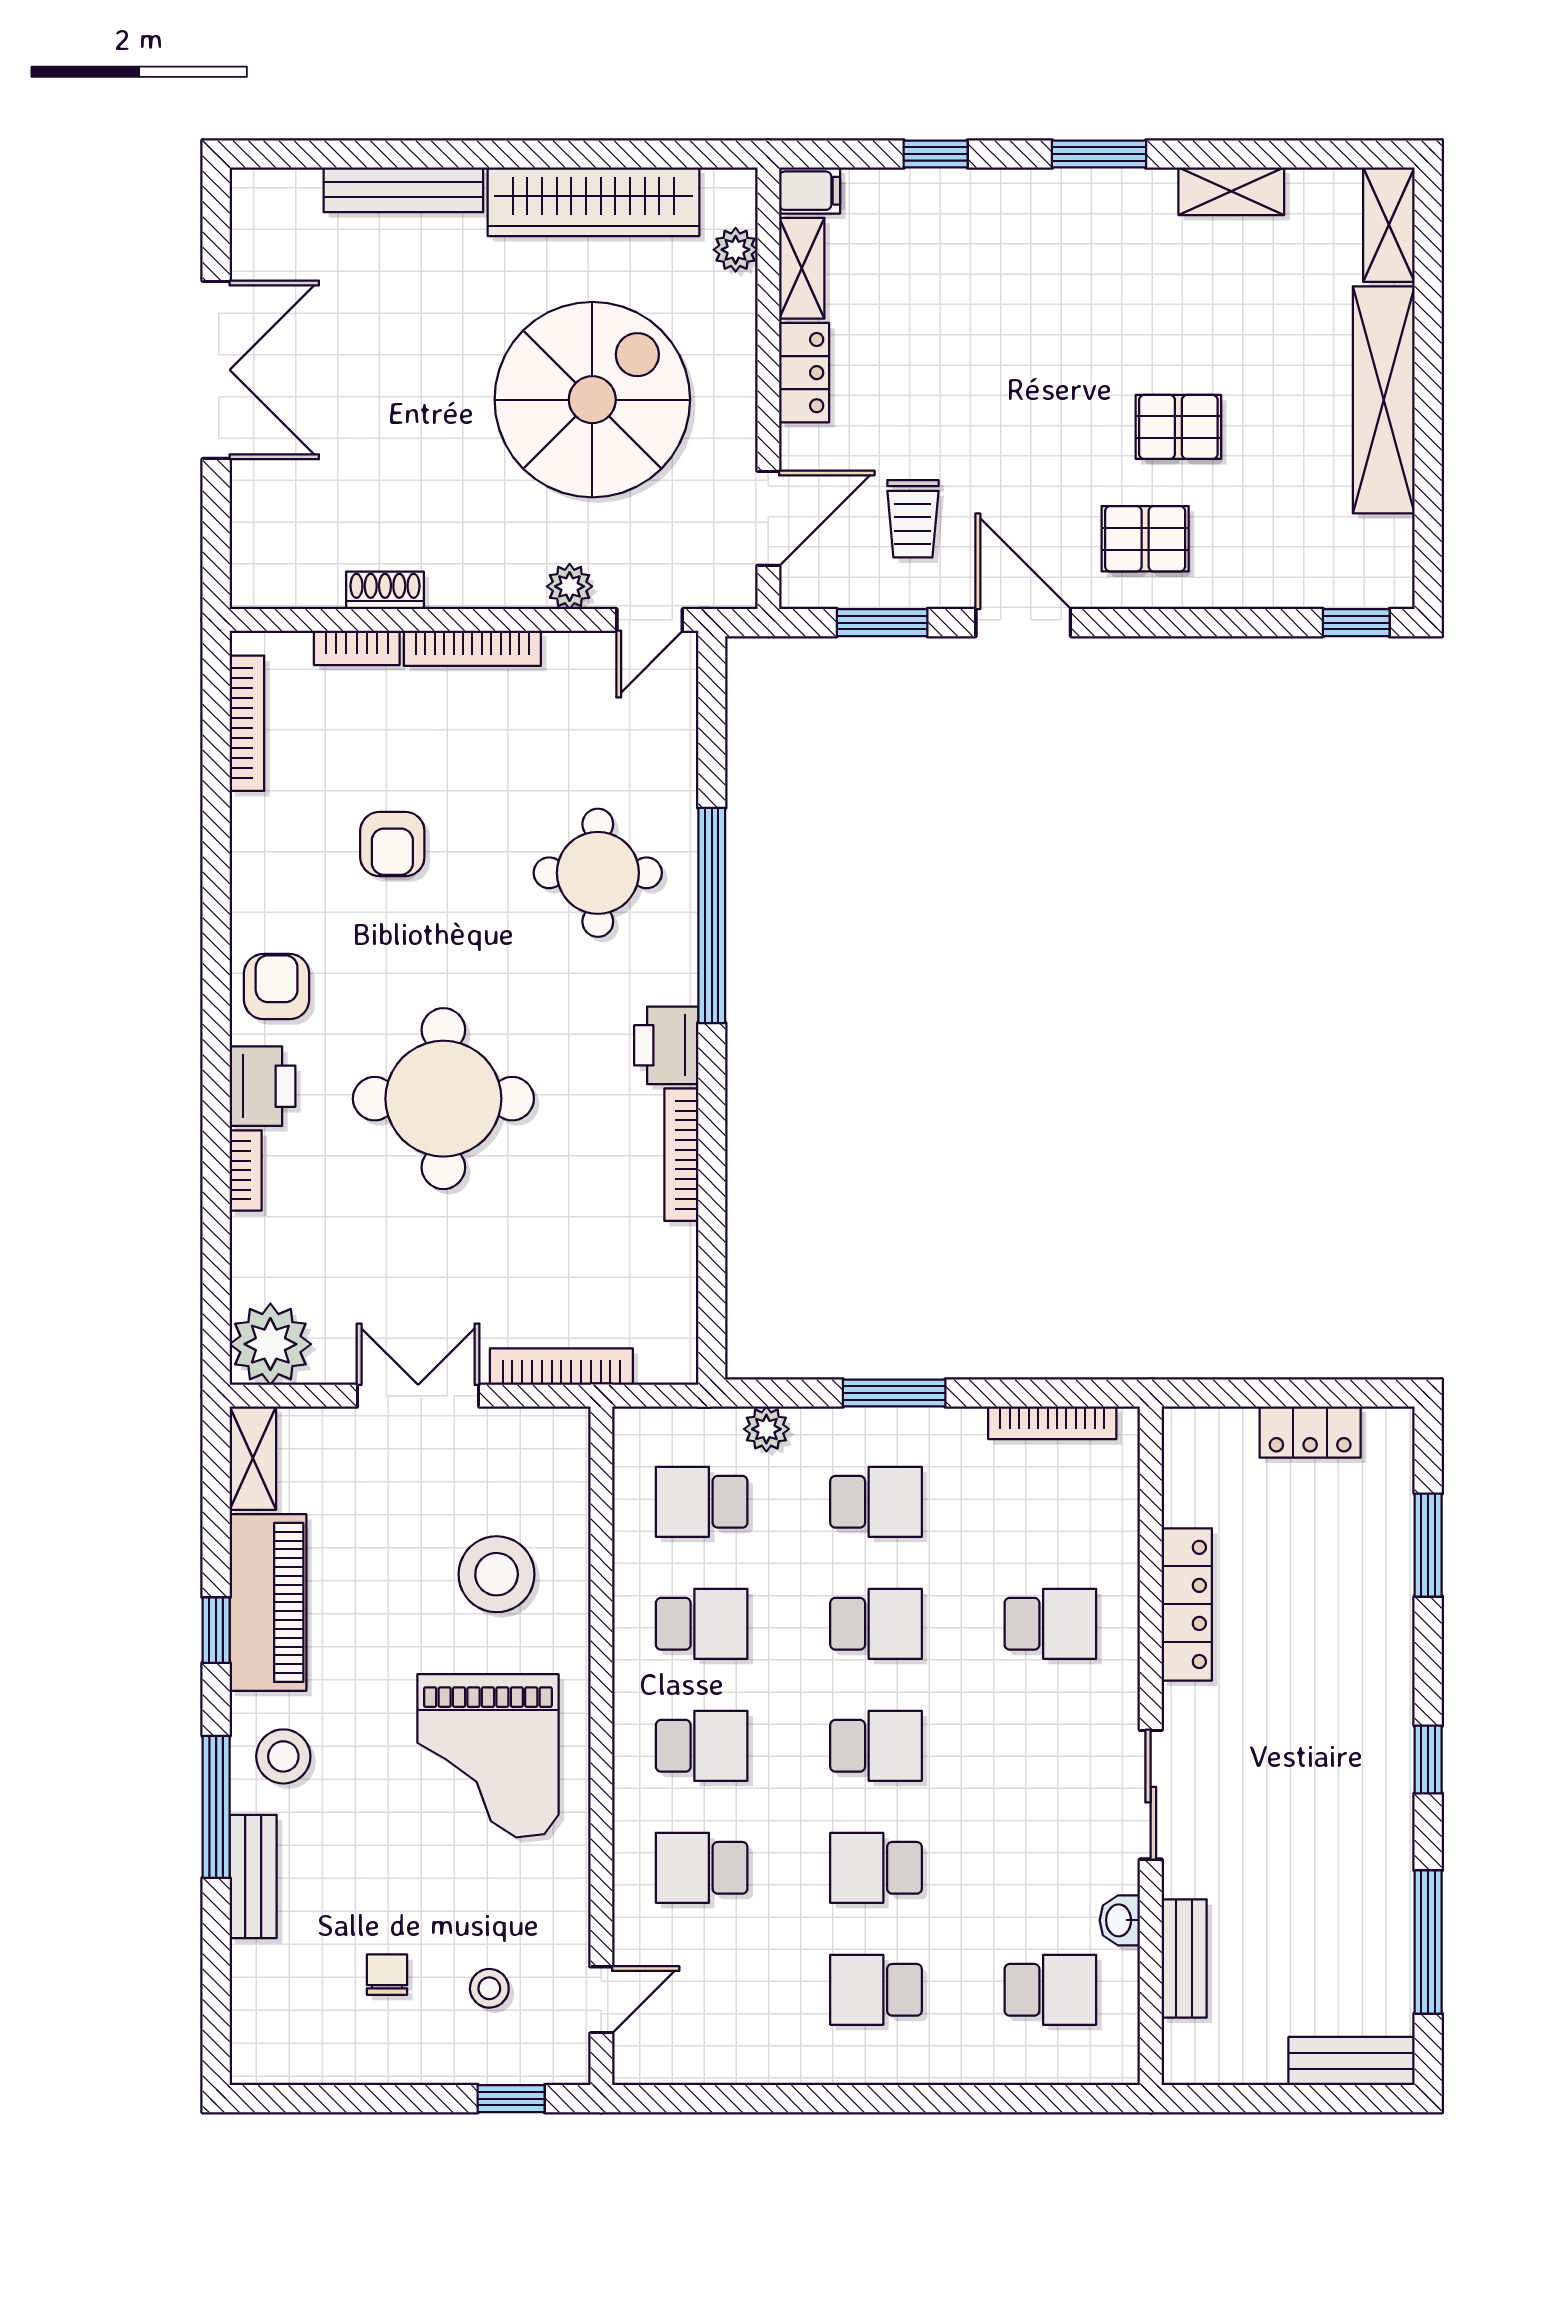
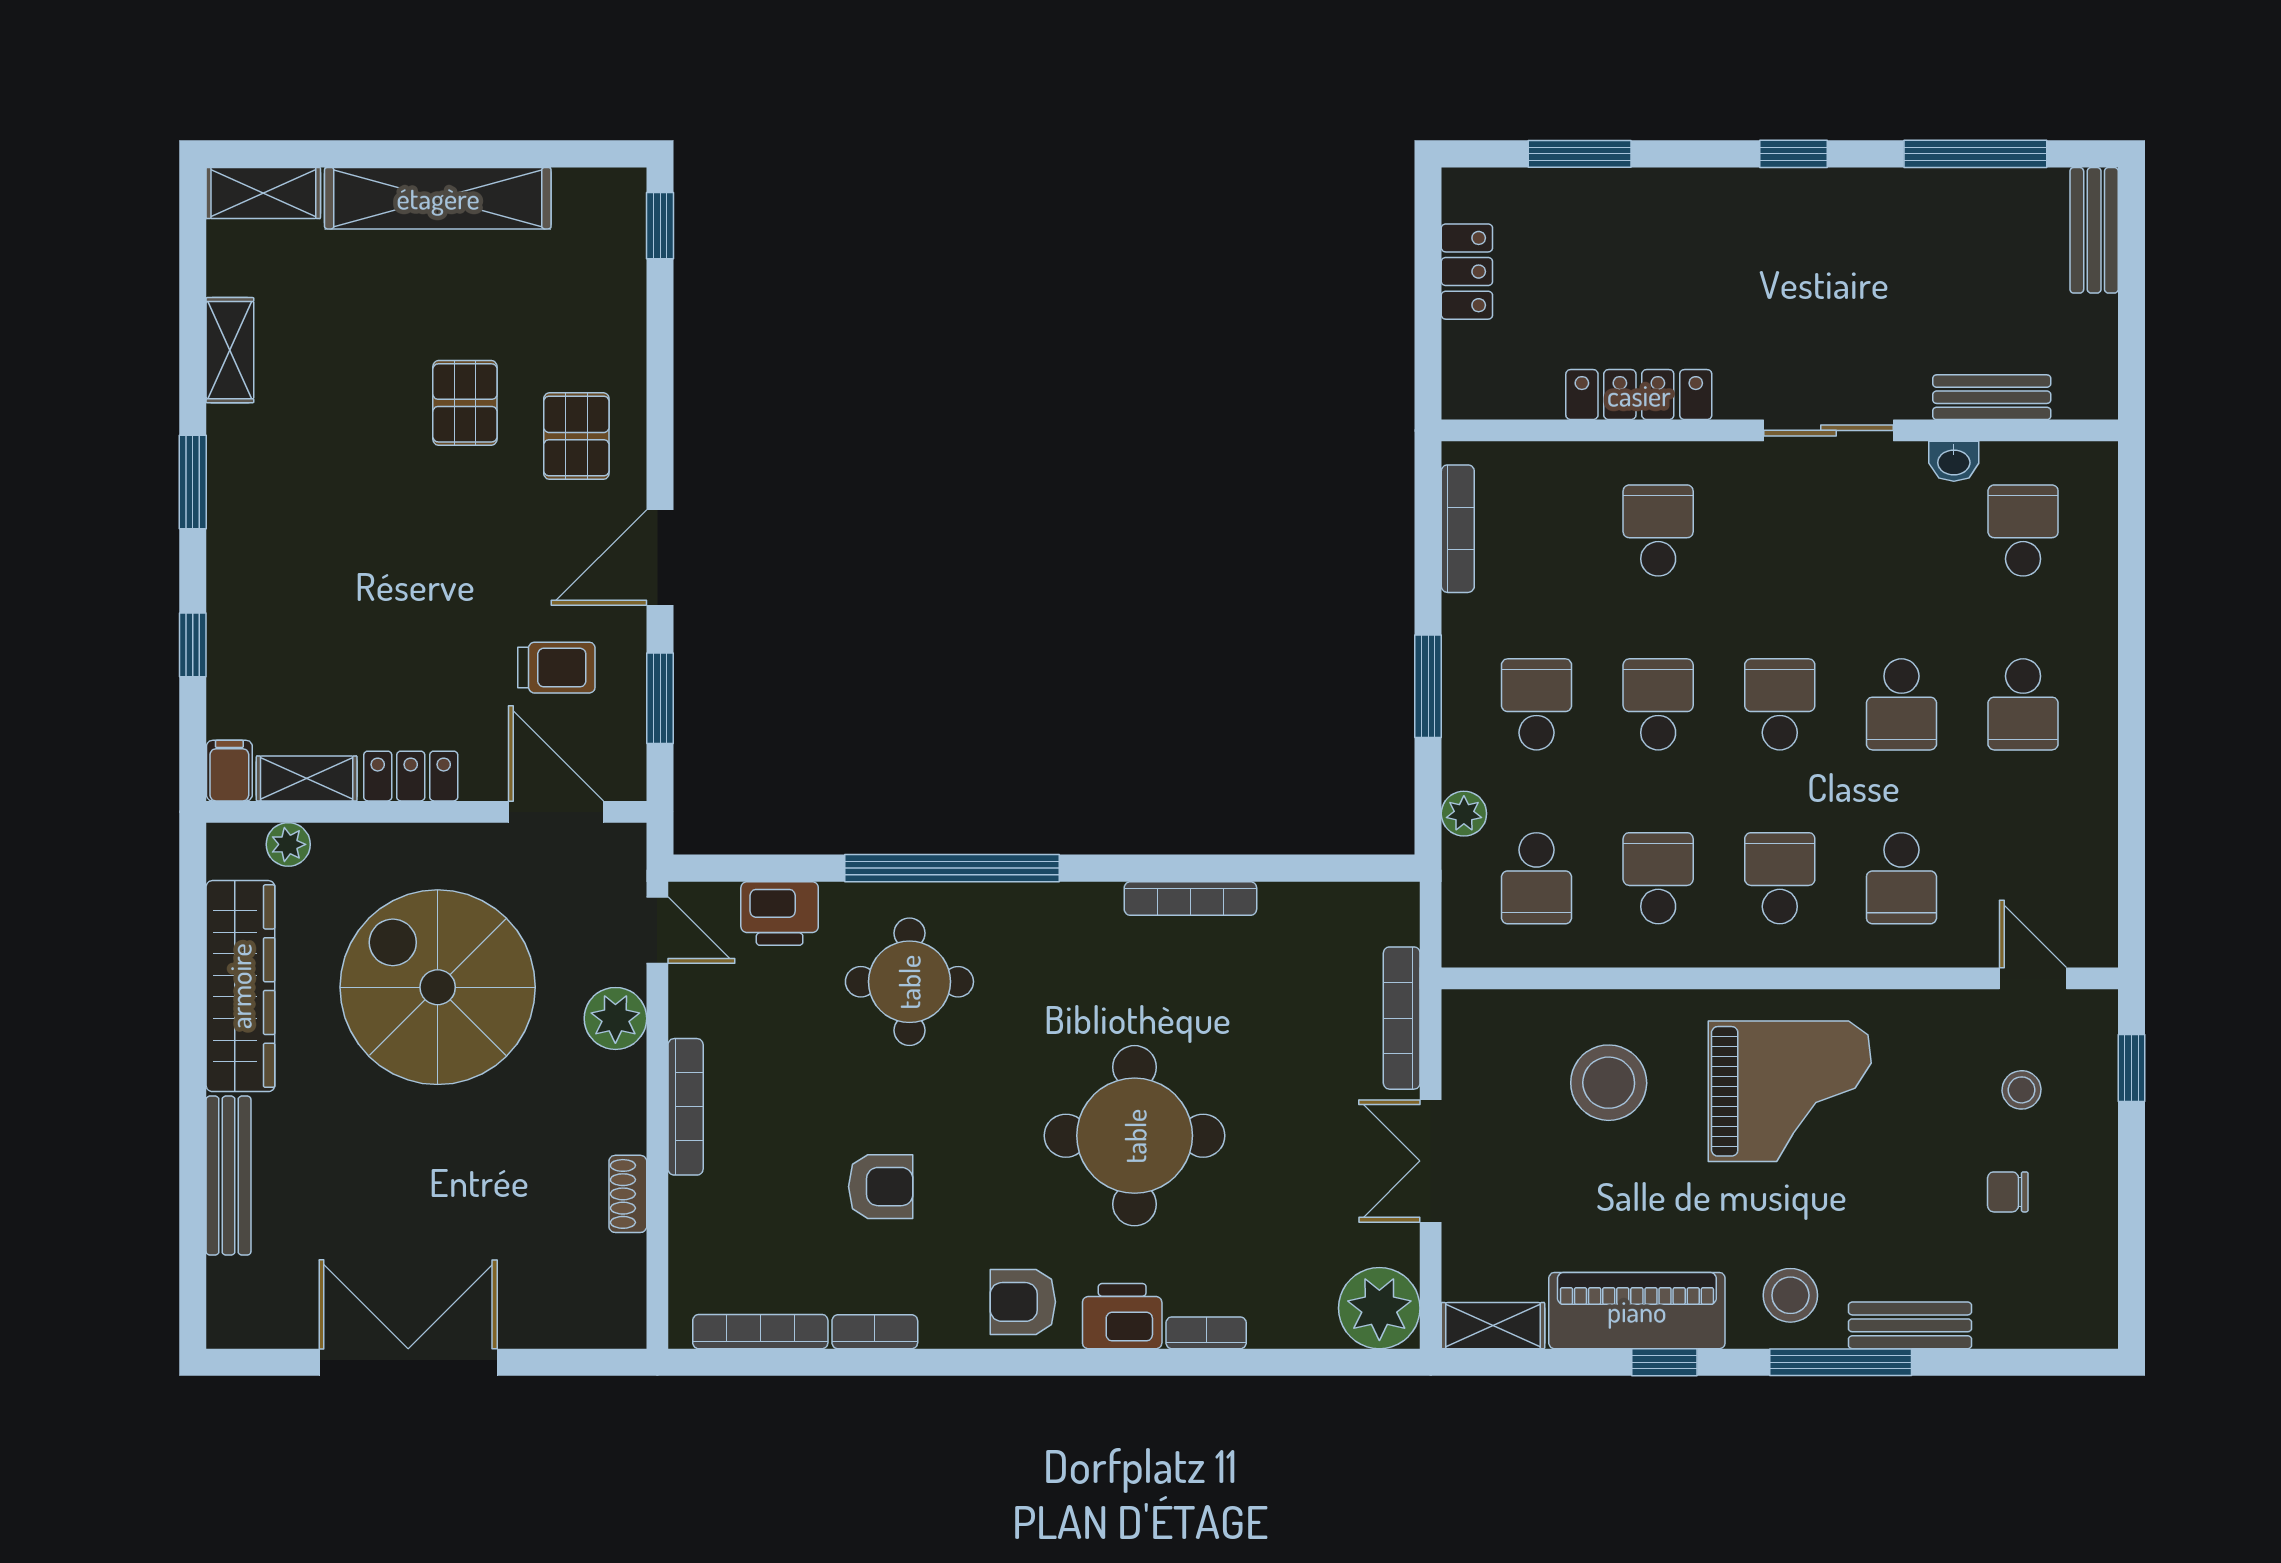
plant: (570, 586) -> (615, 1018), width x1.38, depth x1.38
bookcase: (357, 648) -> (875, 1332), moved, turned -90
printer: (666, 1045) -> (780, 914), moved

